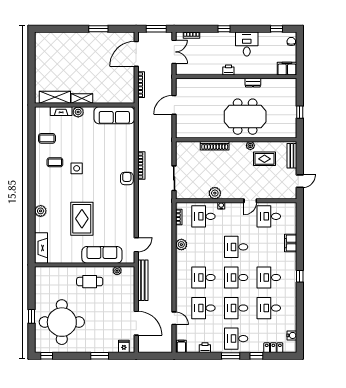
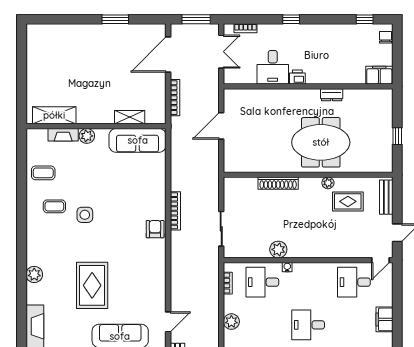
desk: (247, 44) -> (273, 67), moved, turned 180
shelving: (82, 99) -> (130, 117), moved
door: (250, 201) -> (380, 260), moved

